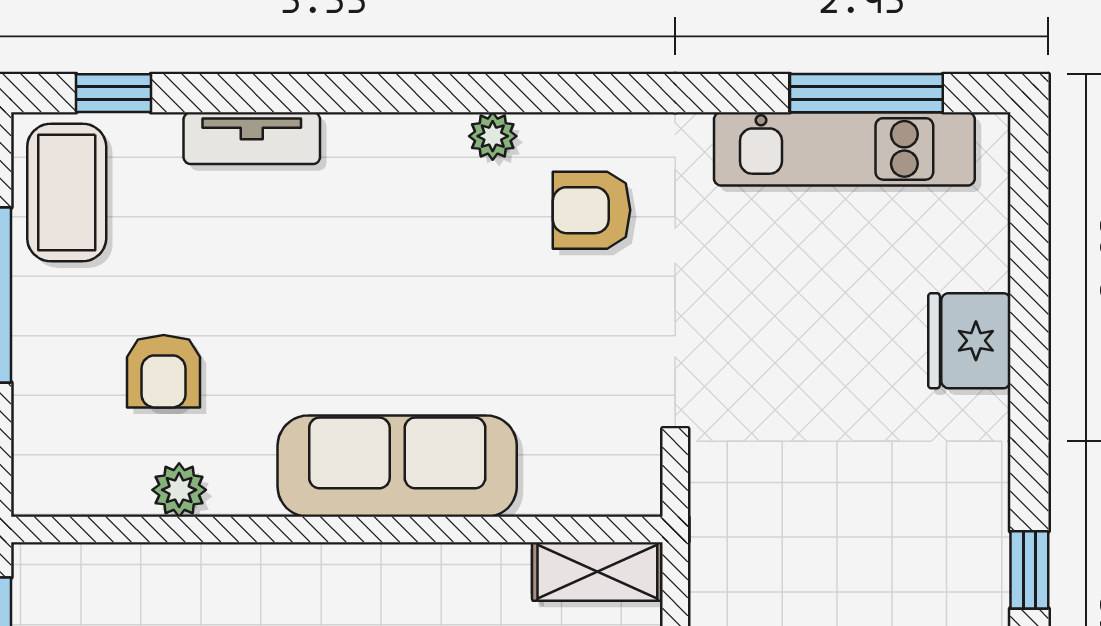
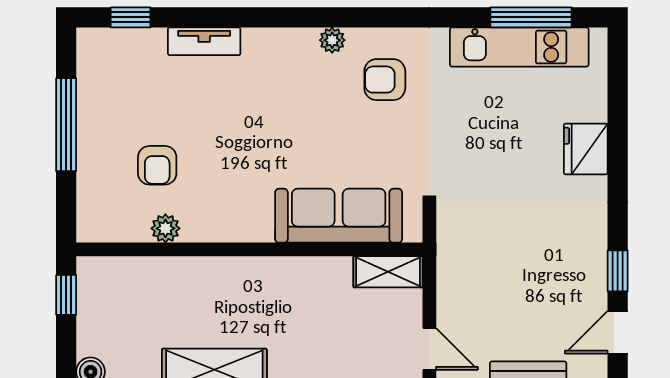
coffee table: (67, 192) -> (106, 70), removed
sofa: (397, 466) -> (339, 216), moved

